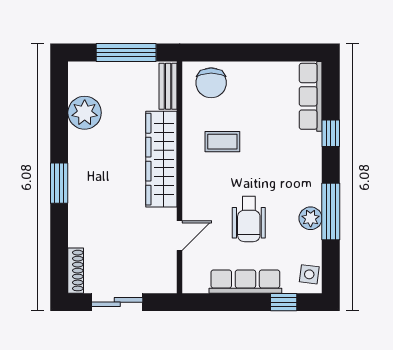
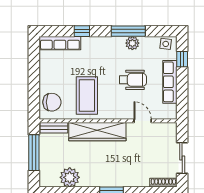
coffee table: (222, 142) -> (87, 96), width x1.86, depth x1.72

